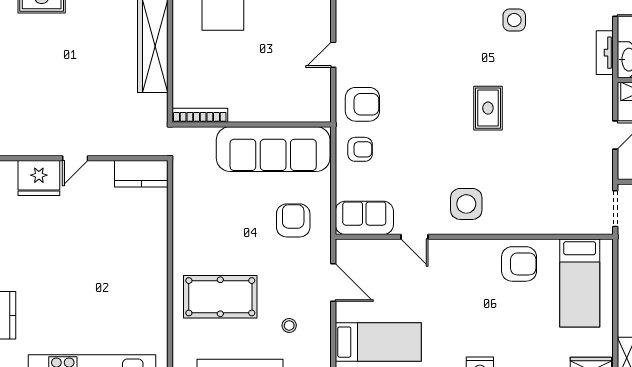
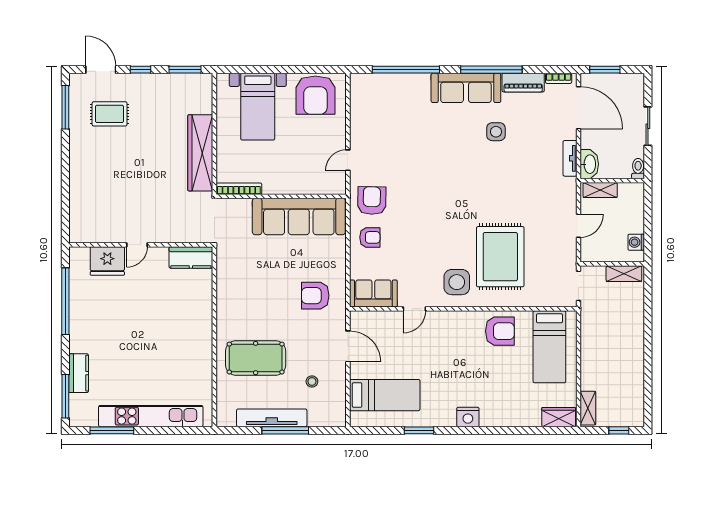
armchair: (362, 104) -> (372, 201), turned -89
rug: (488, 108) -> (500, 257), moved, width x1.86, depth x2.06
bookcase: (200, 115) -> (239, 189), moved
wall: (252, 124) -> (281, 196), moved
sofa: (273, 149) -> (299, 216), moved
armchair: (293, 220) -> (315, 296), turned -90
door: (414, 237) -> (414, 309), hinge flipped

